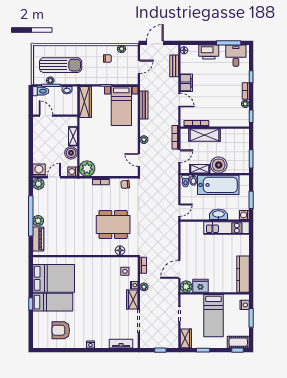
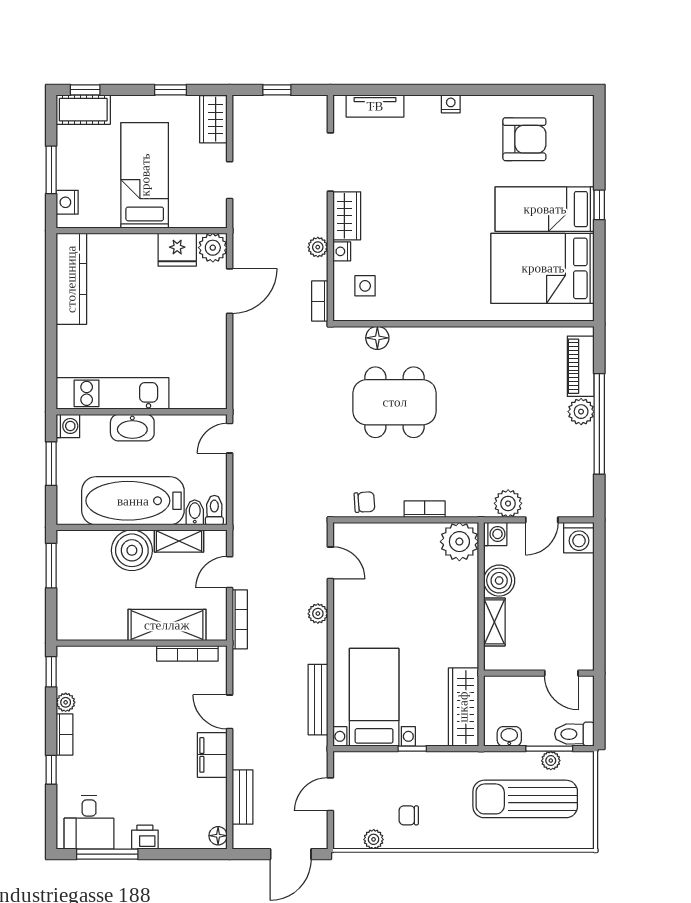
printer: (209, 52) -> (145, 837), width x0.53, depth x0.68
plant: (38, 184) -> (508, 503), moved

